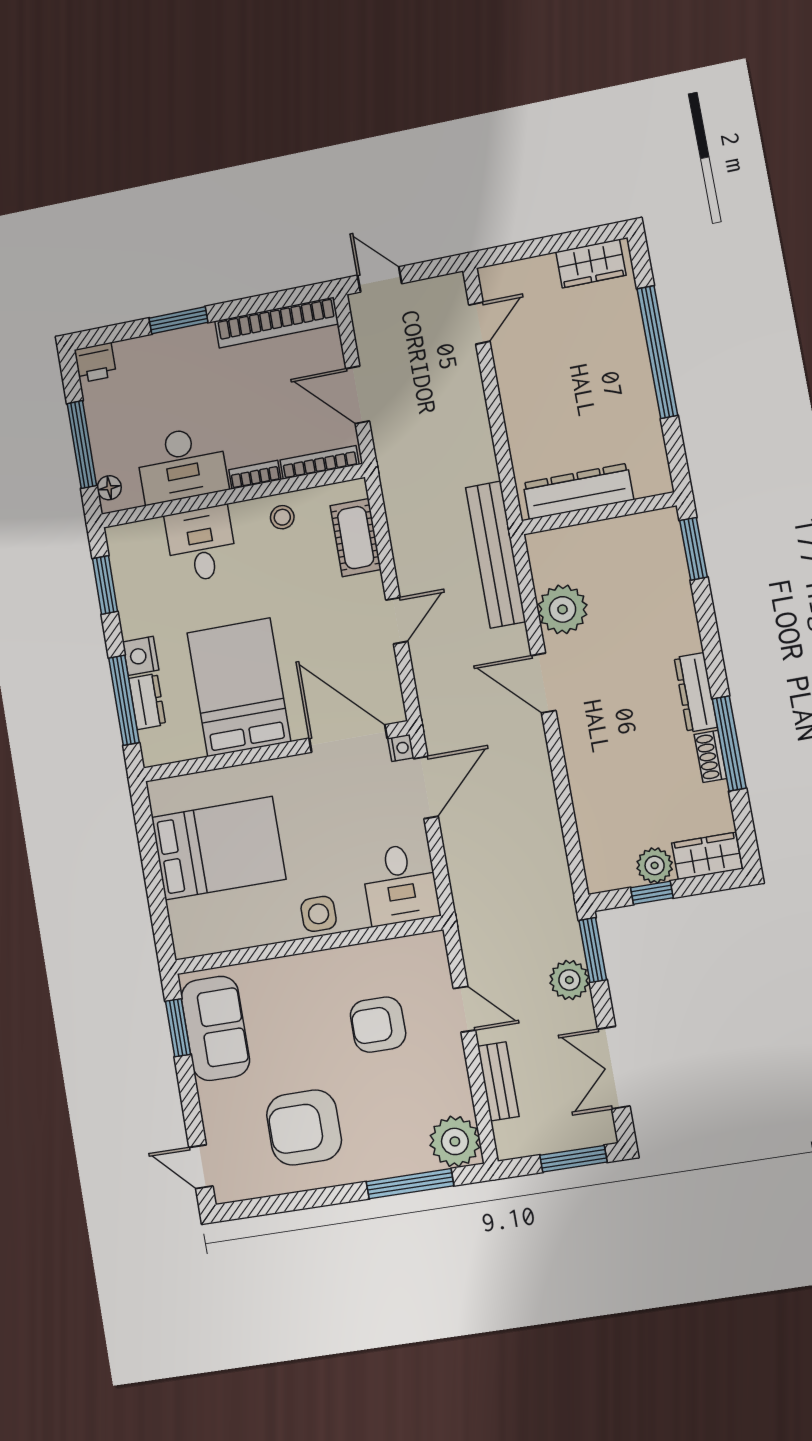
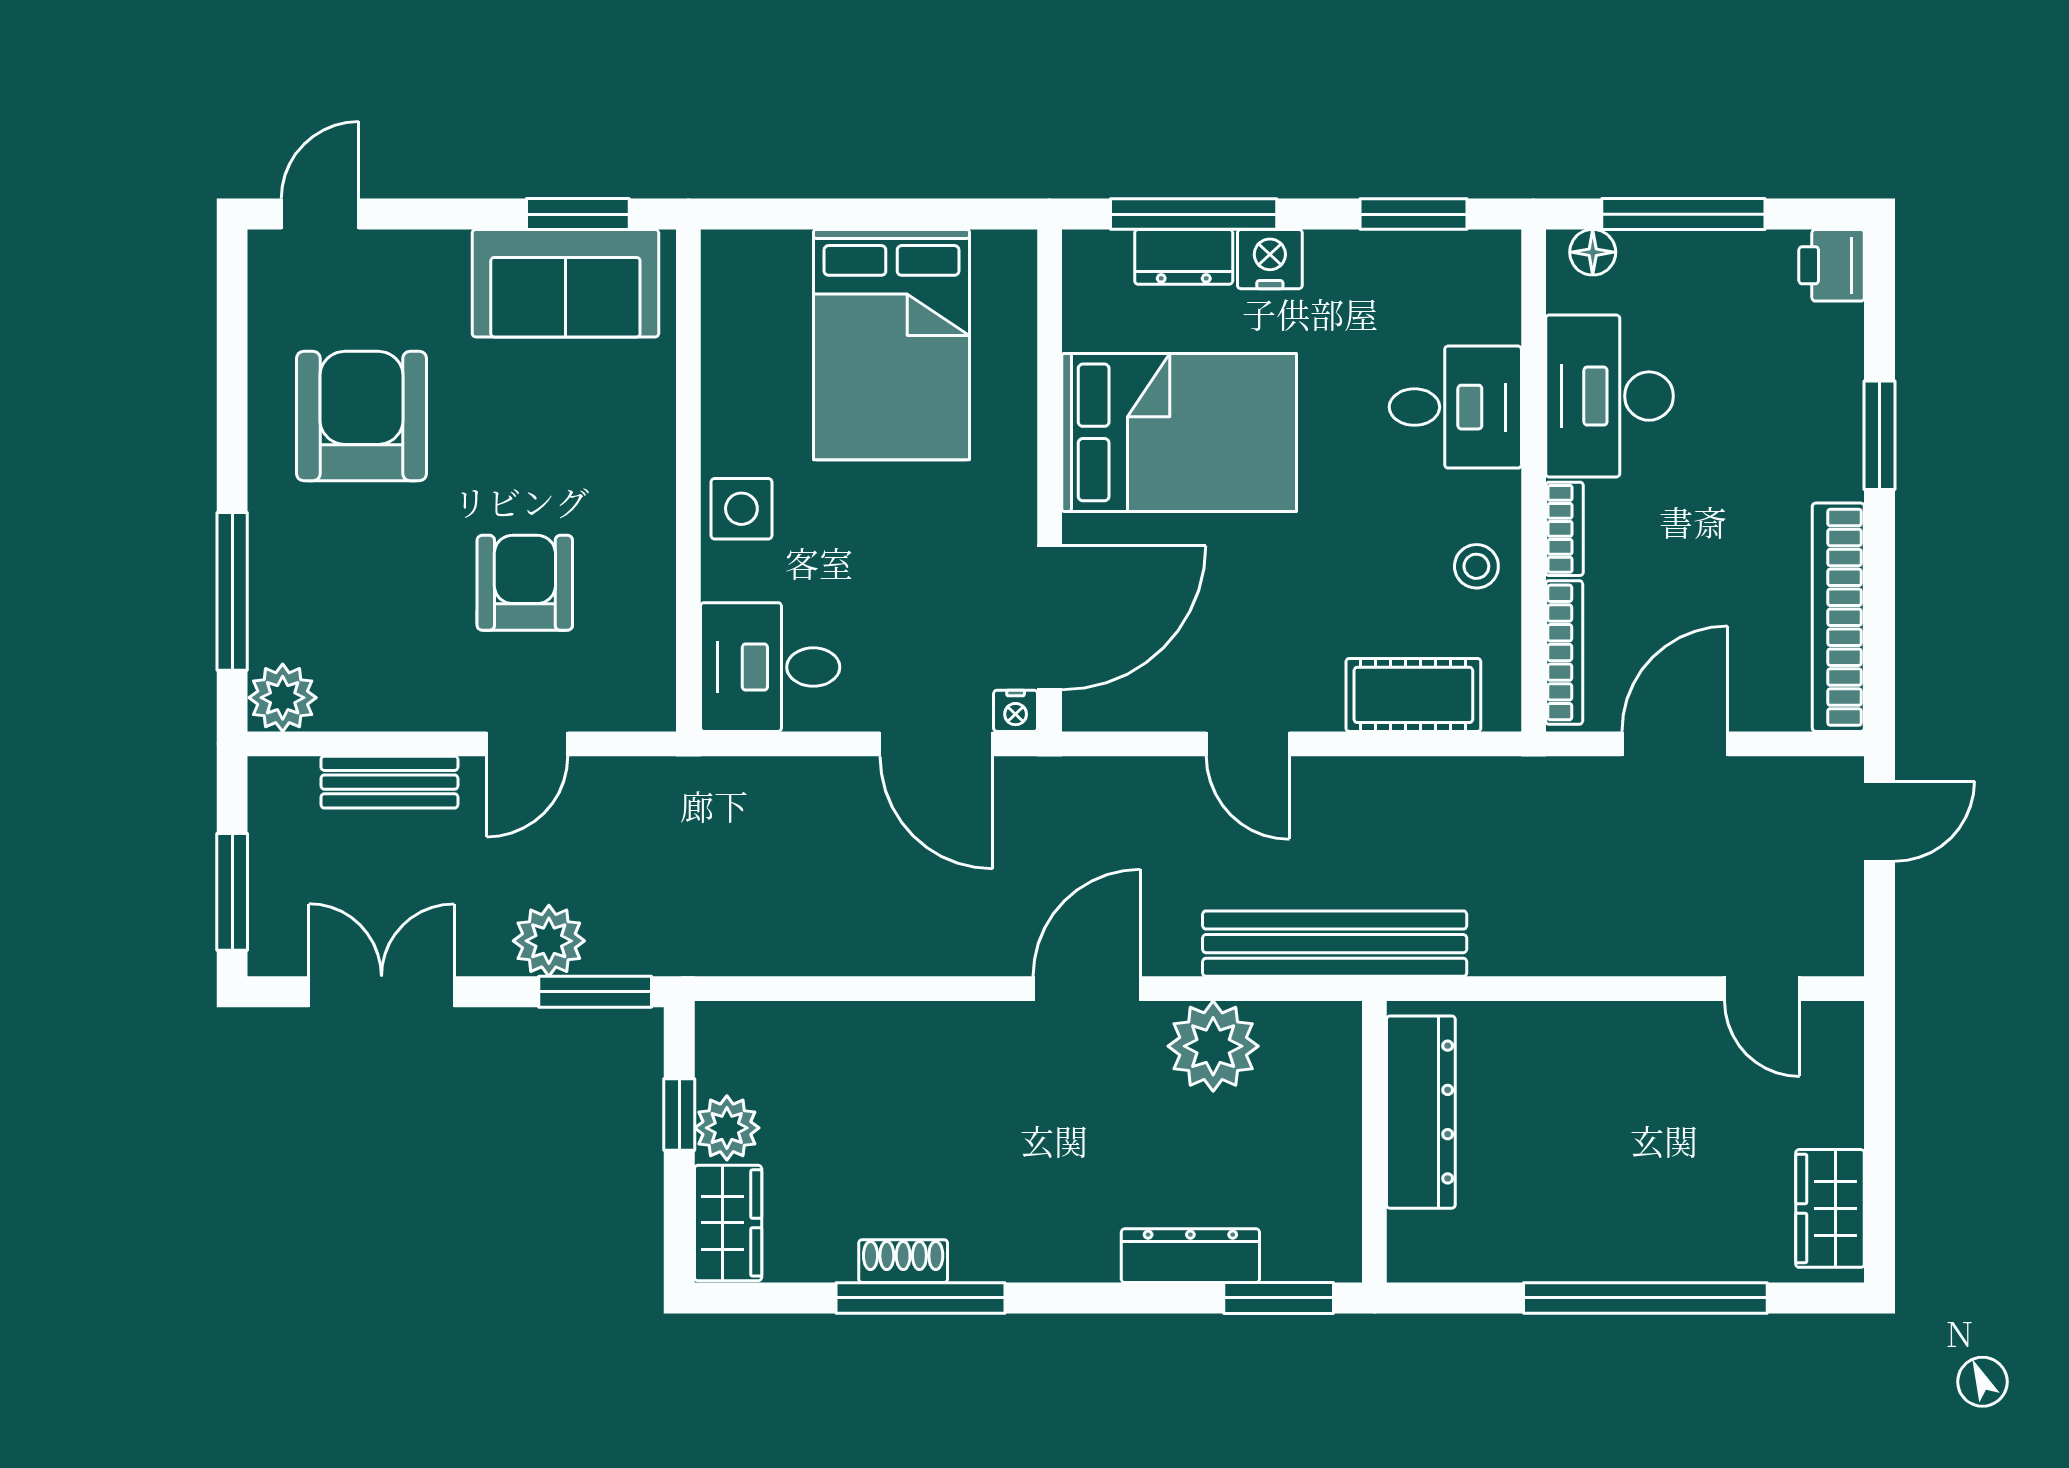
dresser: (696, 692) -> (1190, 1256), moved
plant: (455, 1141) -> (283, 698), width x0.73, depth x0.73

